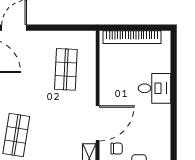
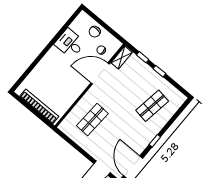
desk: (155, 88) -> (70, 43), moved

